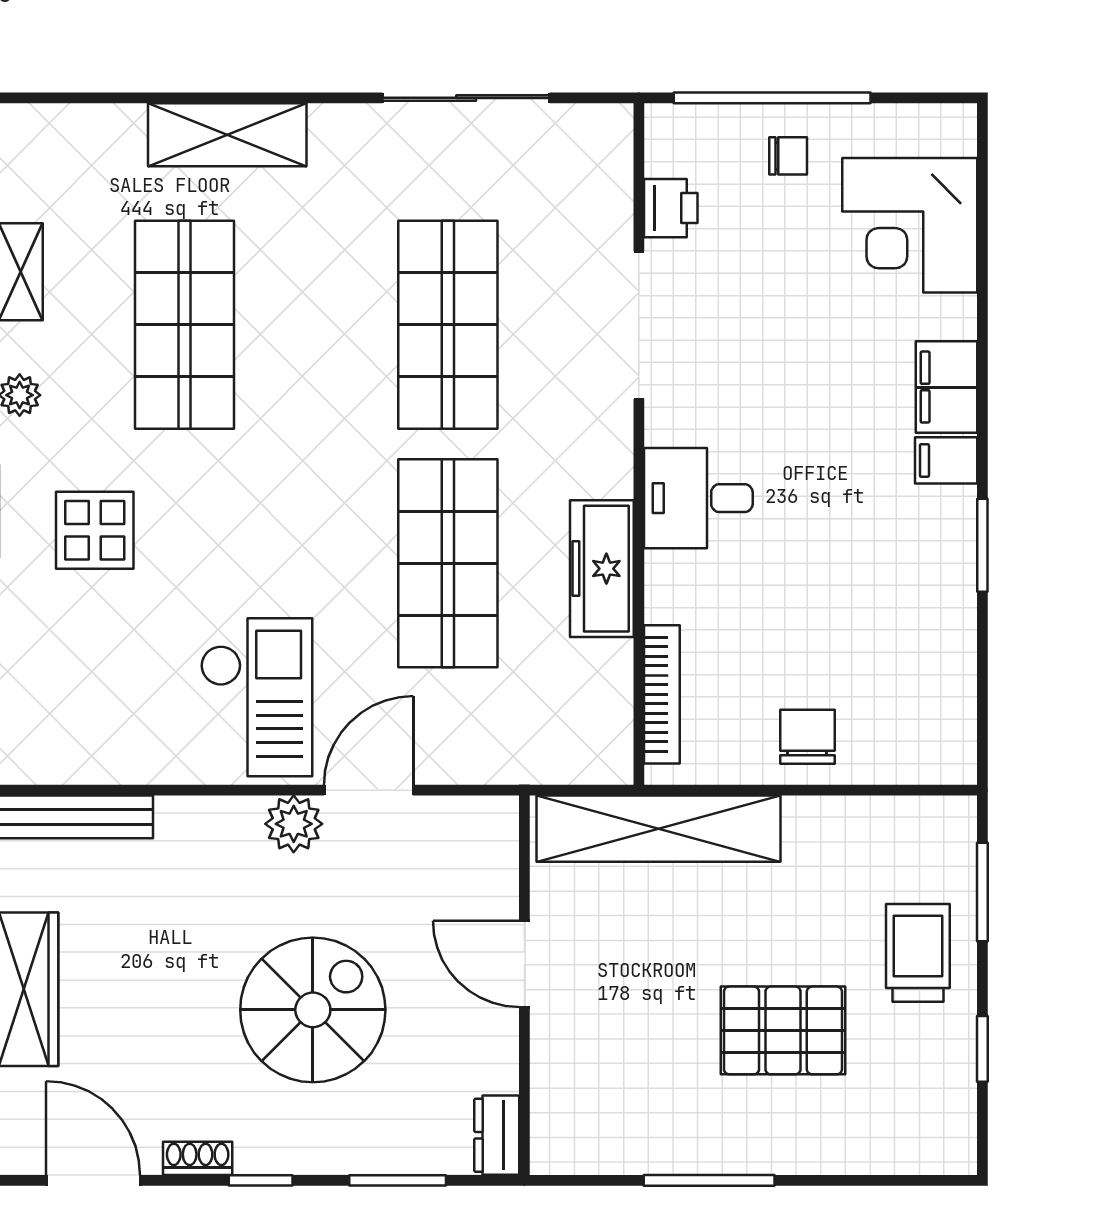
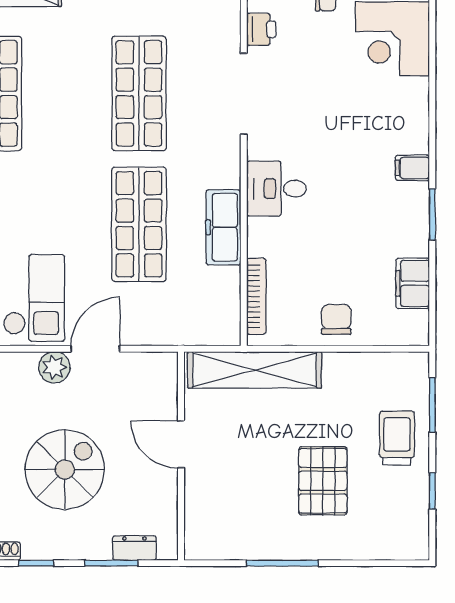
filing cabinet: (947, 387) -> (413, 283), moved
pallet: (783, 1030) -> (323, 481), turned 90
dresser: (497, 1135) -> (134, 548), moved, turned 90

